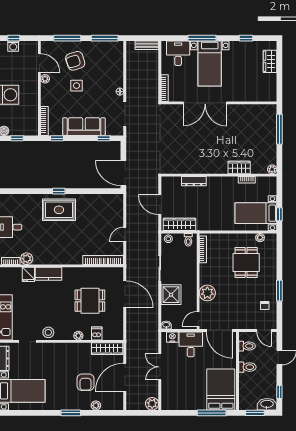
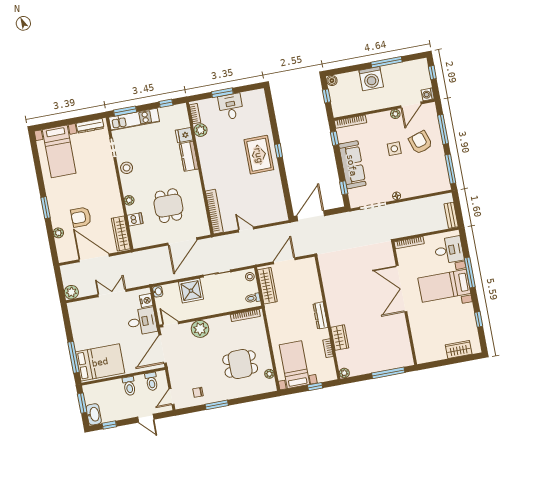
washing machine: (13, 46) -> (428, 94), moved
dresser: (194, 181) -> (320, 316), moved
window: (279, 214) -> (315, 387), moved

